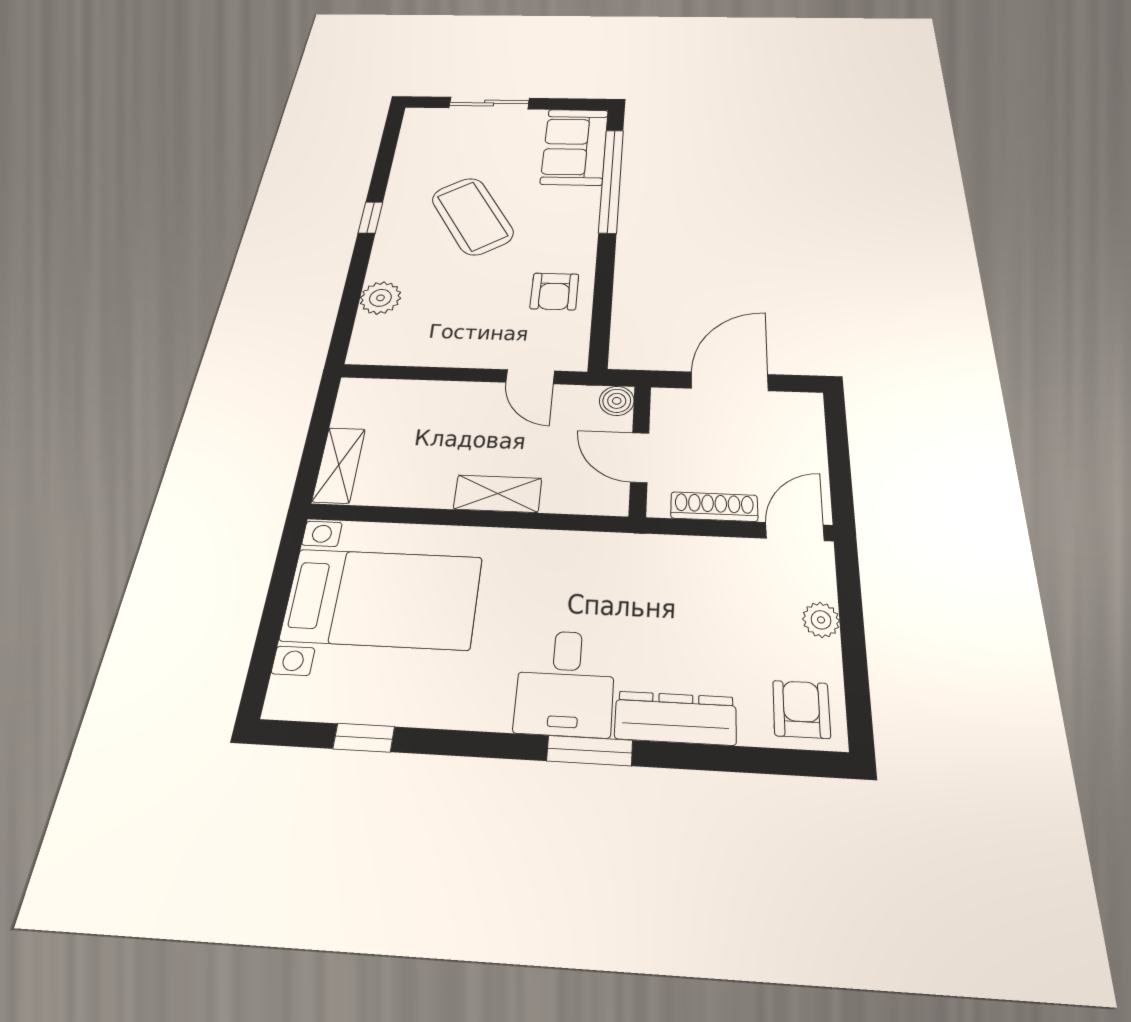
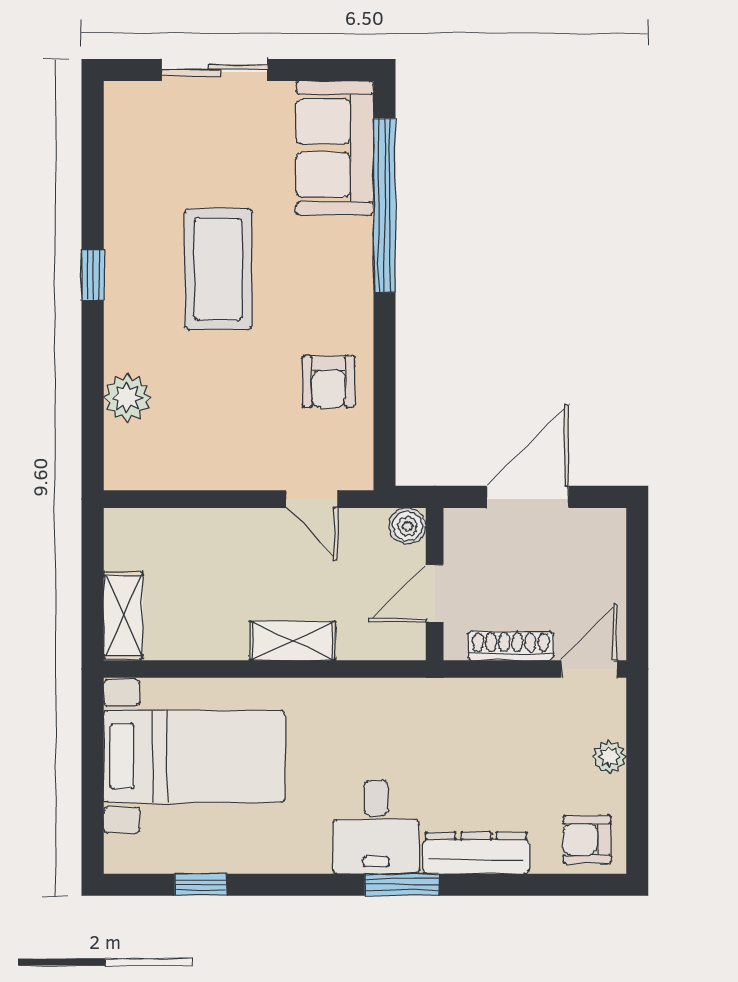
coffee table: (472, 216) -> (218, 269), turned 32
door: (640, 457) -> (435, 593), hinge flipped
armchair: (801, 709) -> (587, 839), turned -90

